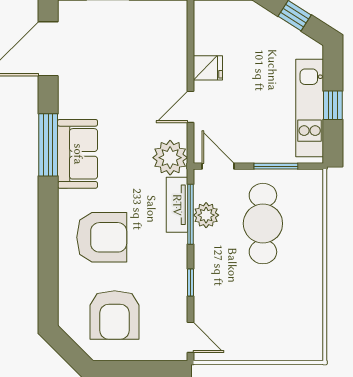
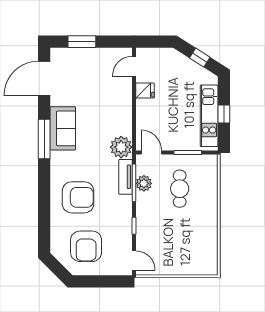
door: (190, 107) -> (134, 66), moved
sofa: (78, 154) -> (63, 128), moved
cafe table: (263, 224) -> (180, 189), width x0.73, depth x0.74

